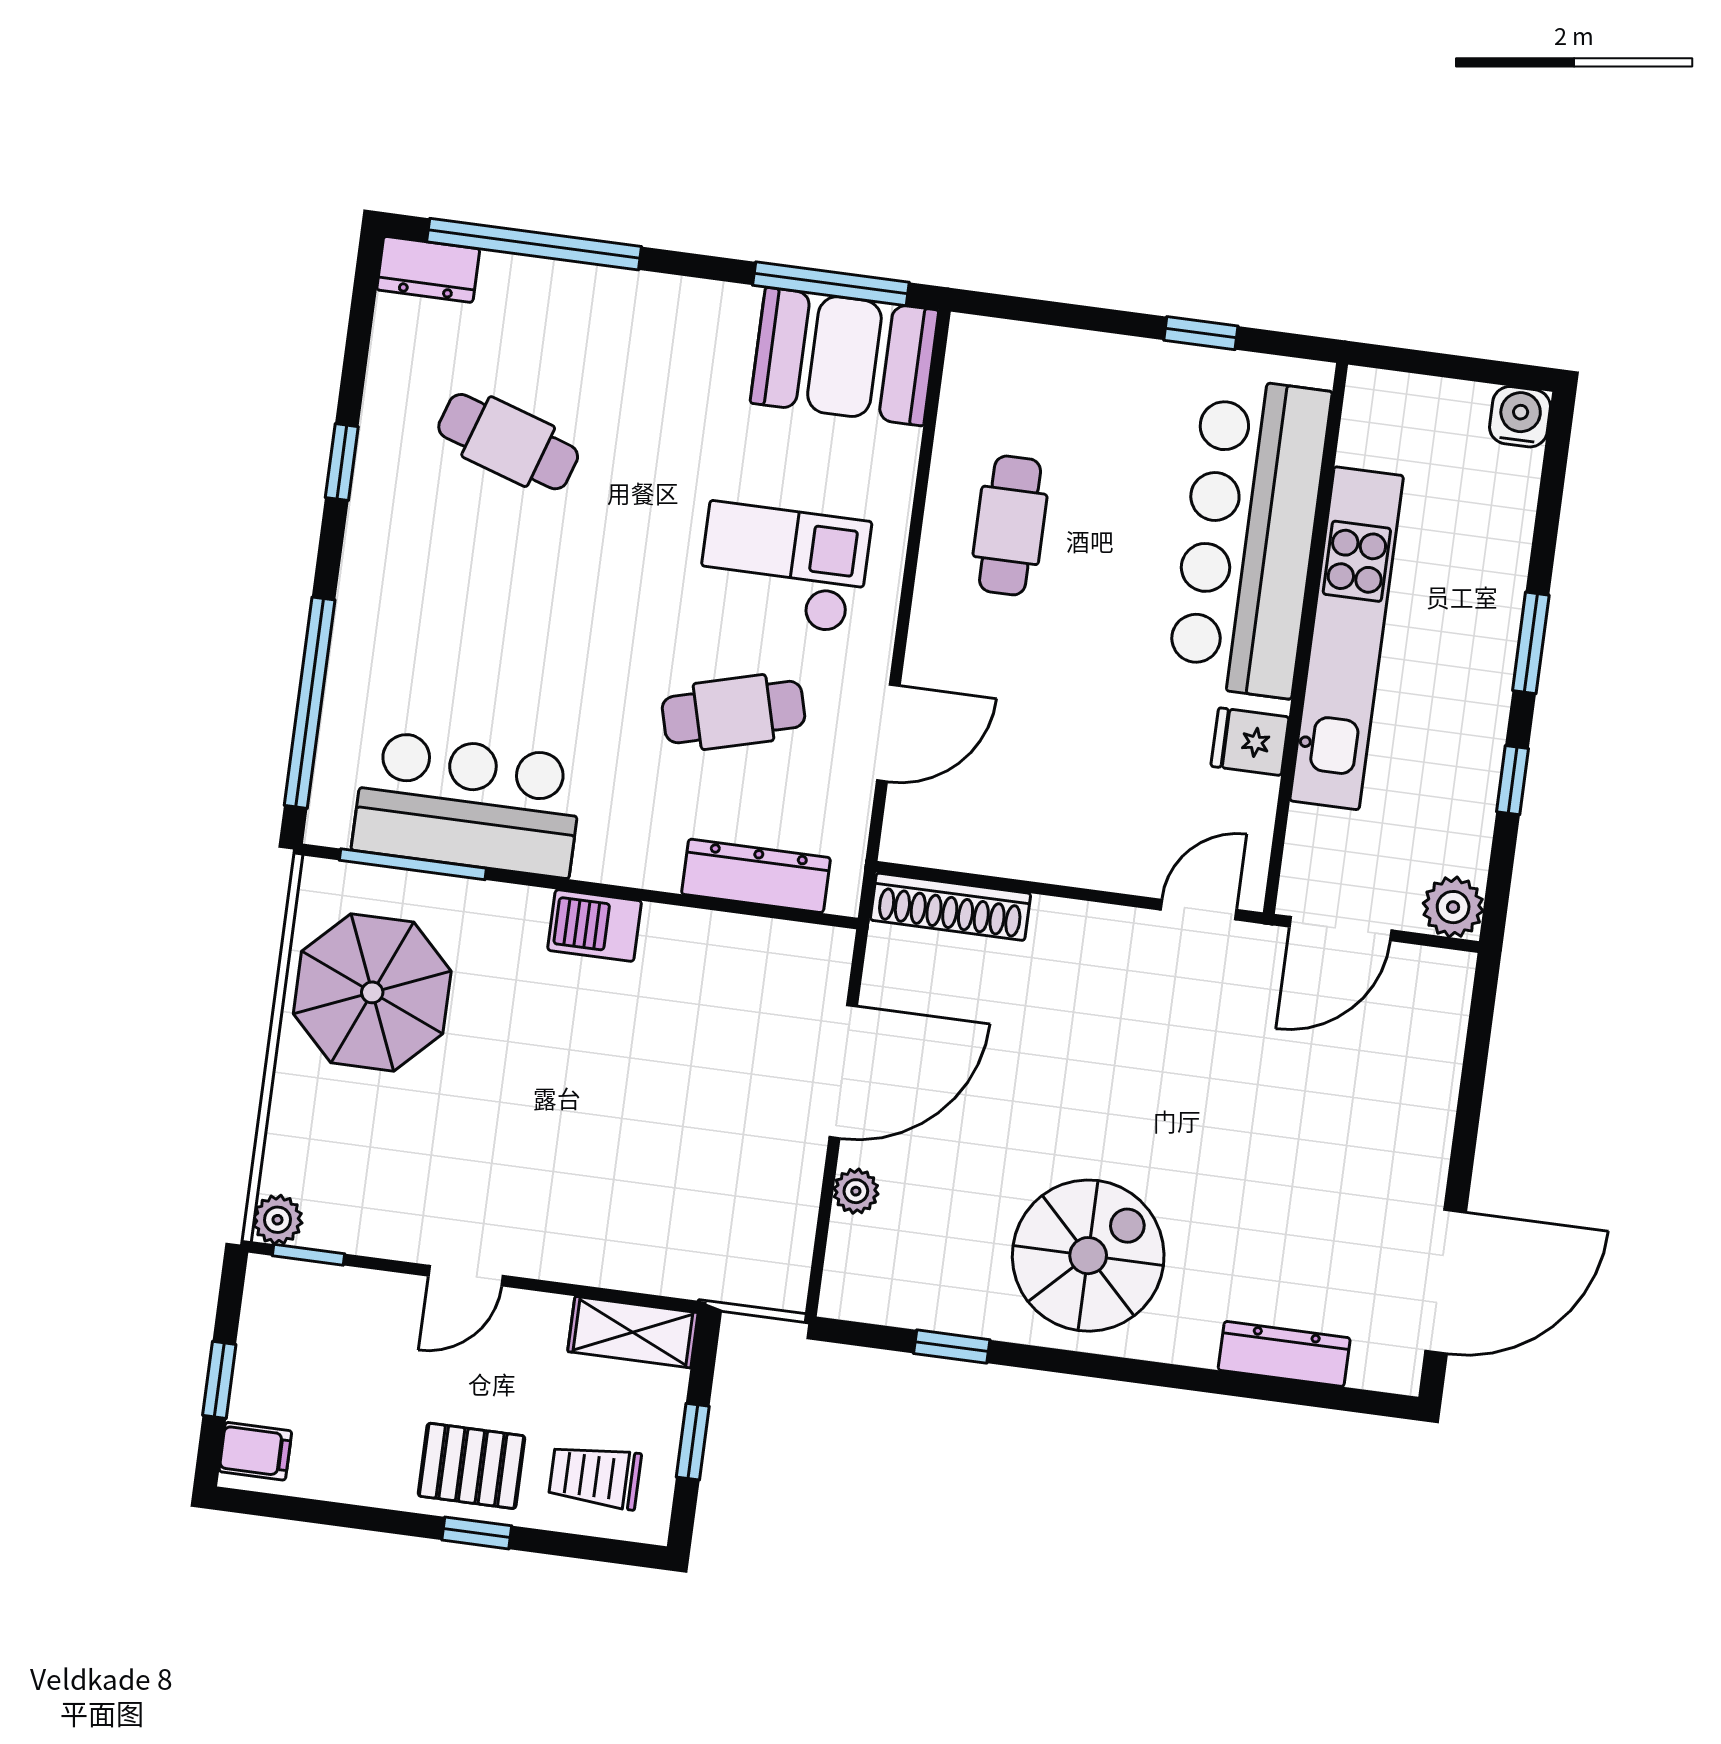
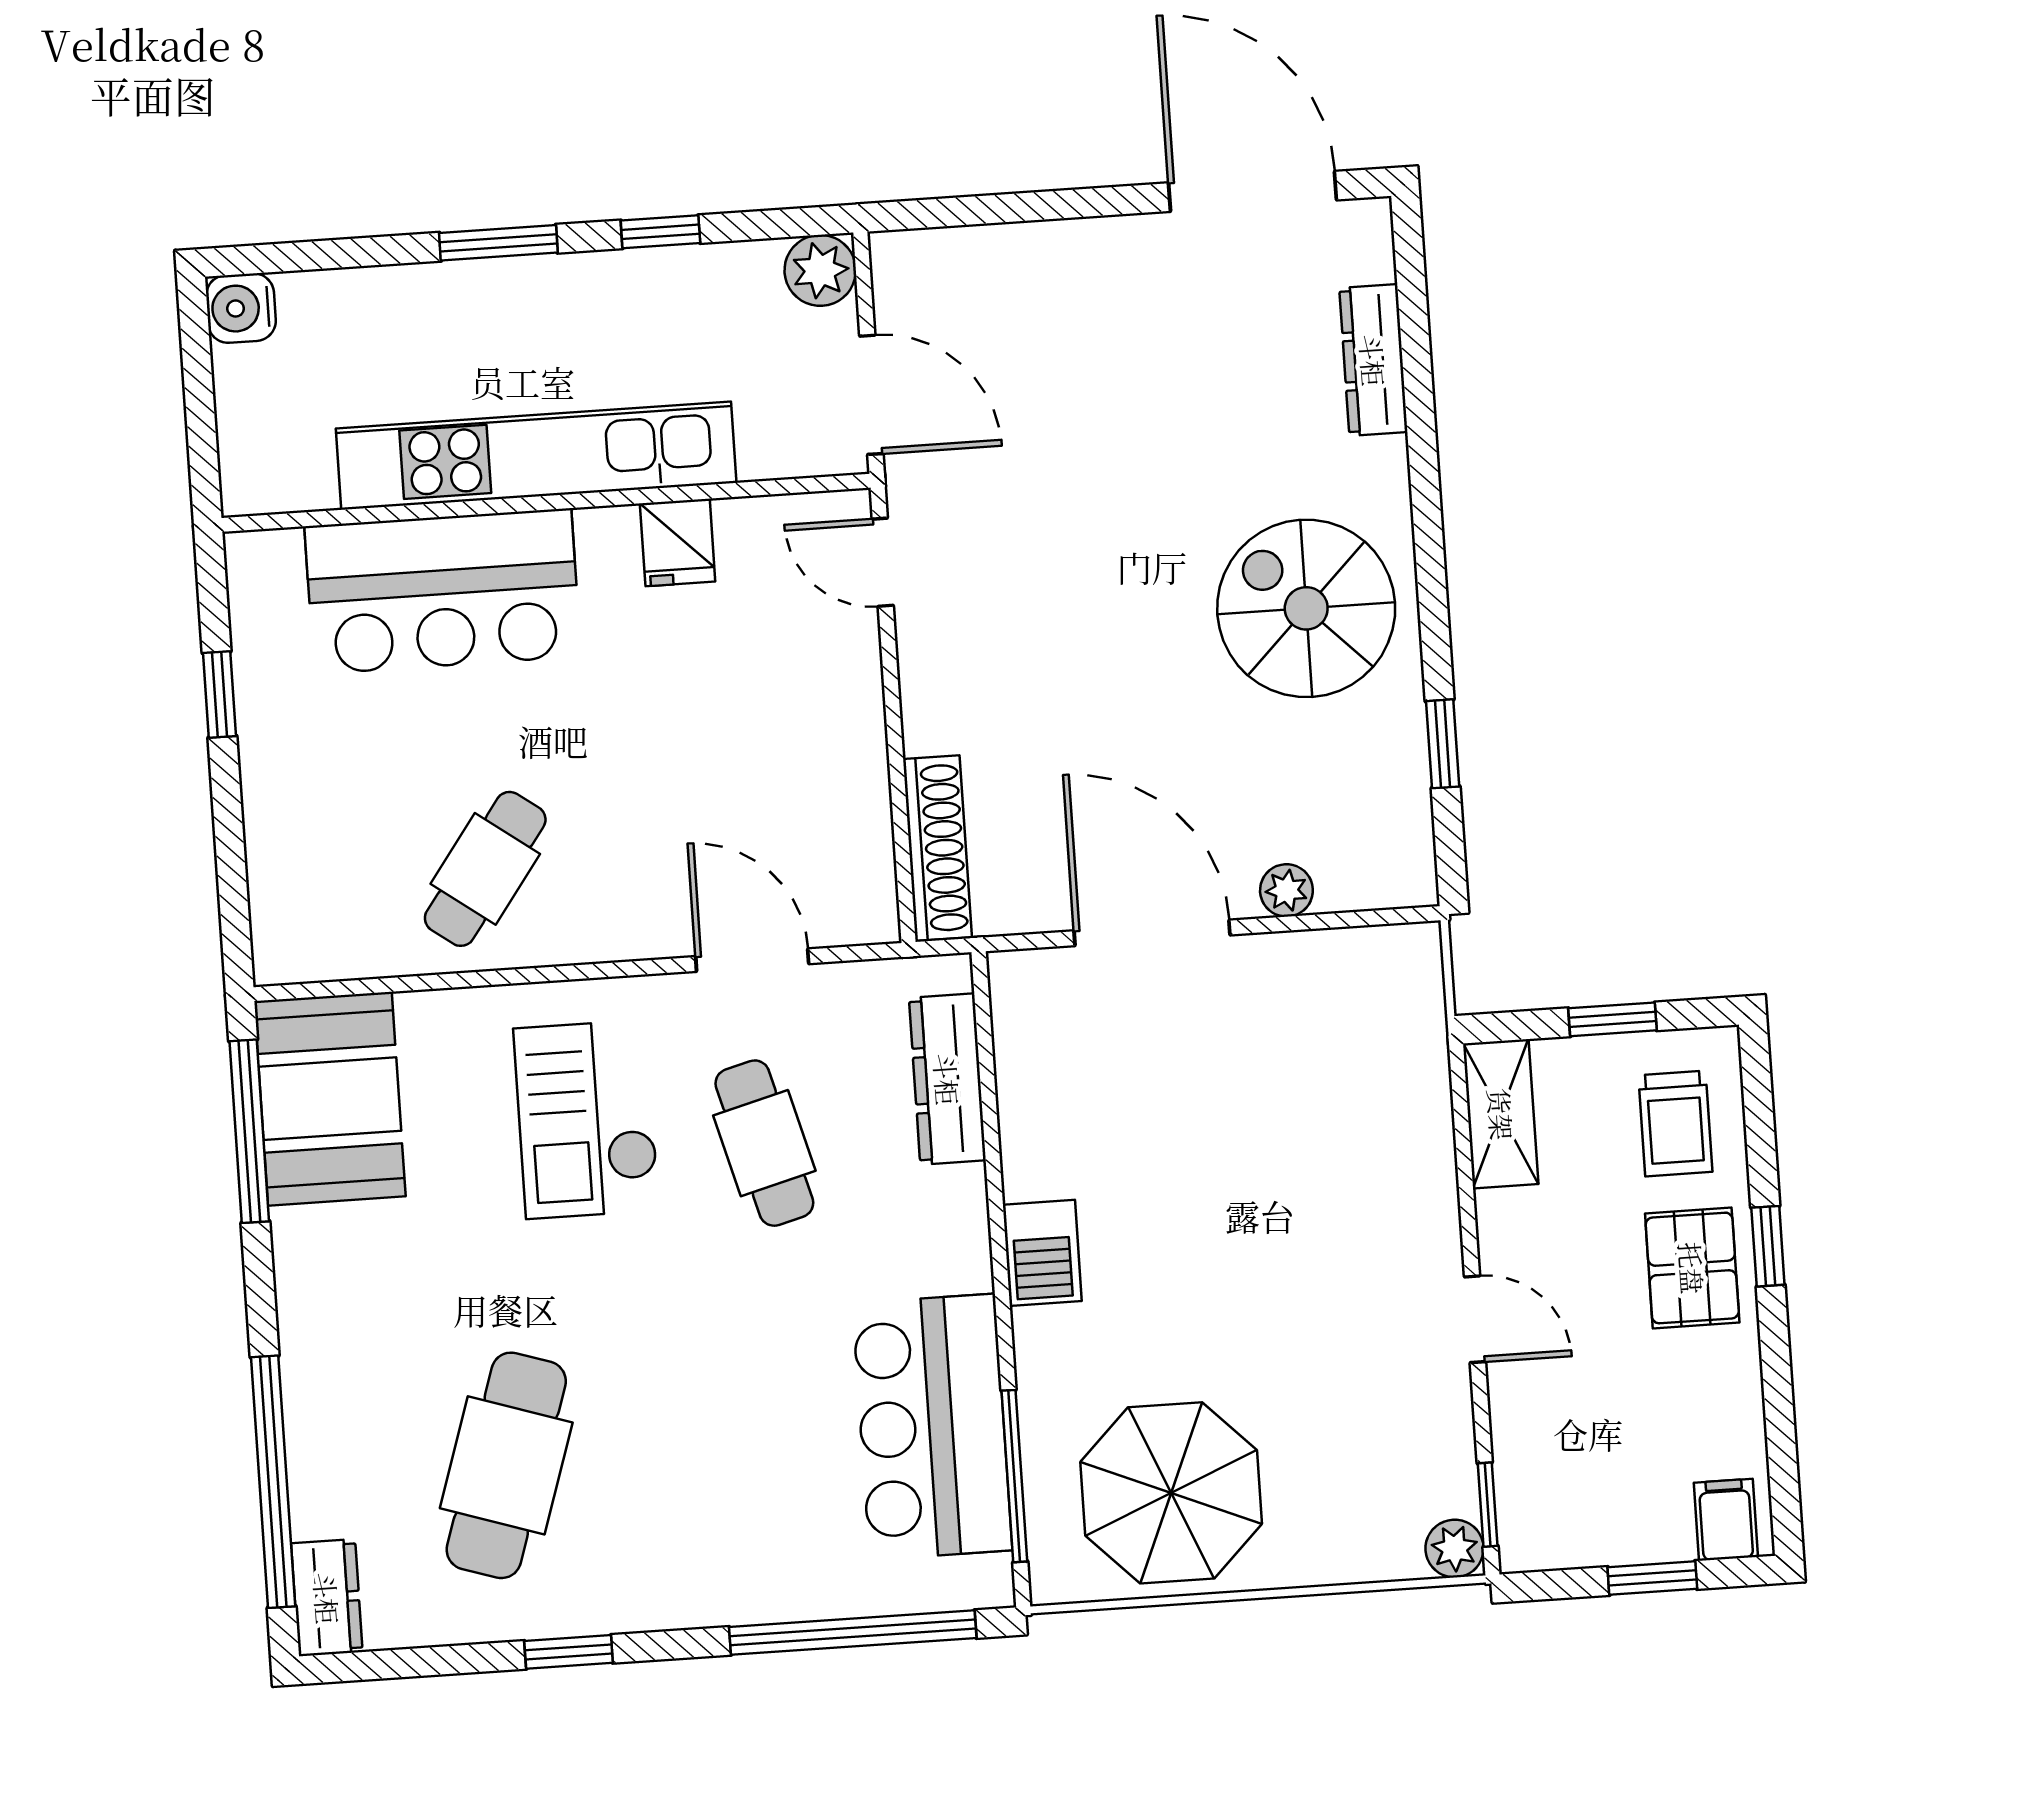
cafe table: (508, 442) -> (506, 1465), width x1.37, depth x1.35
cafe table: (1010, 525) -> (485, 869), turned -54
bar counter: (1249, 537) -> (443, 591), width x0.73

